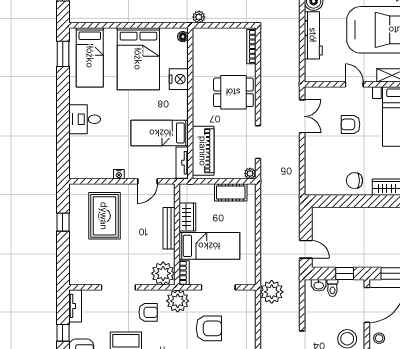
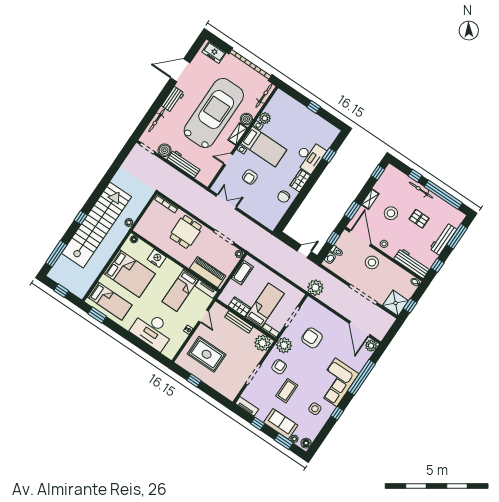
desk: (85, 119) -> (152, 330), width x1.87, depth x1.30
armchair: (209, 328) -> (312, 338), turned -90

